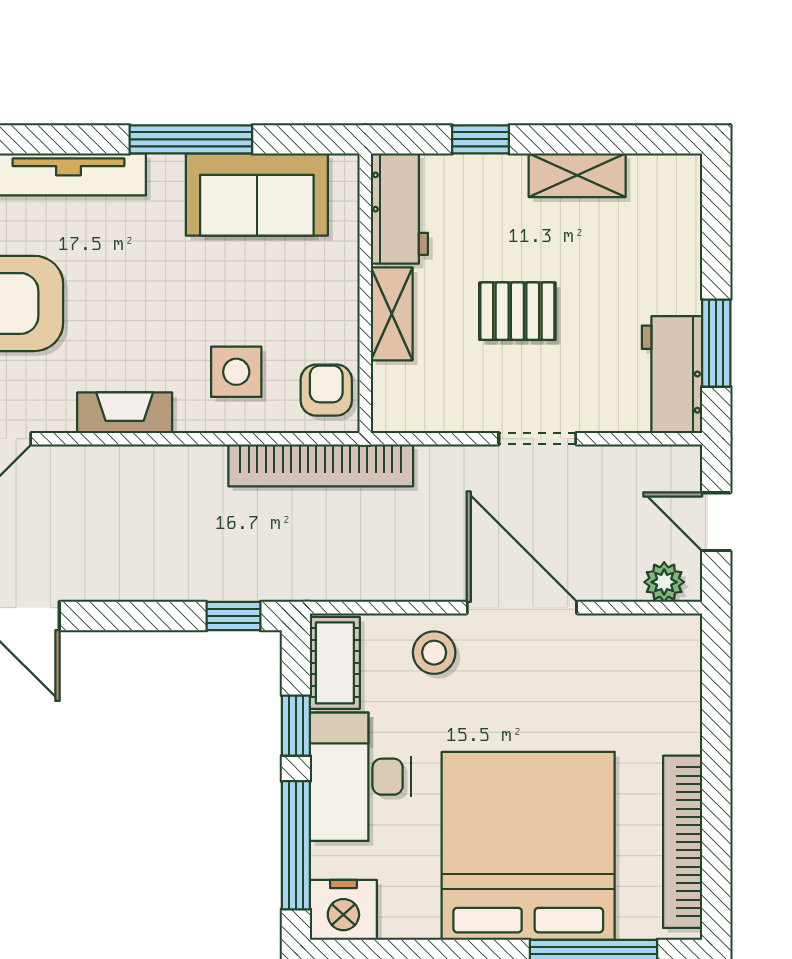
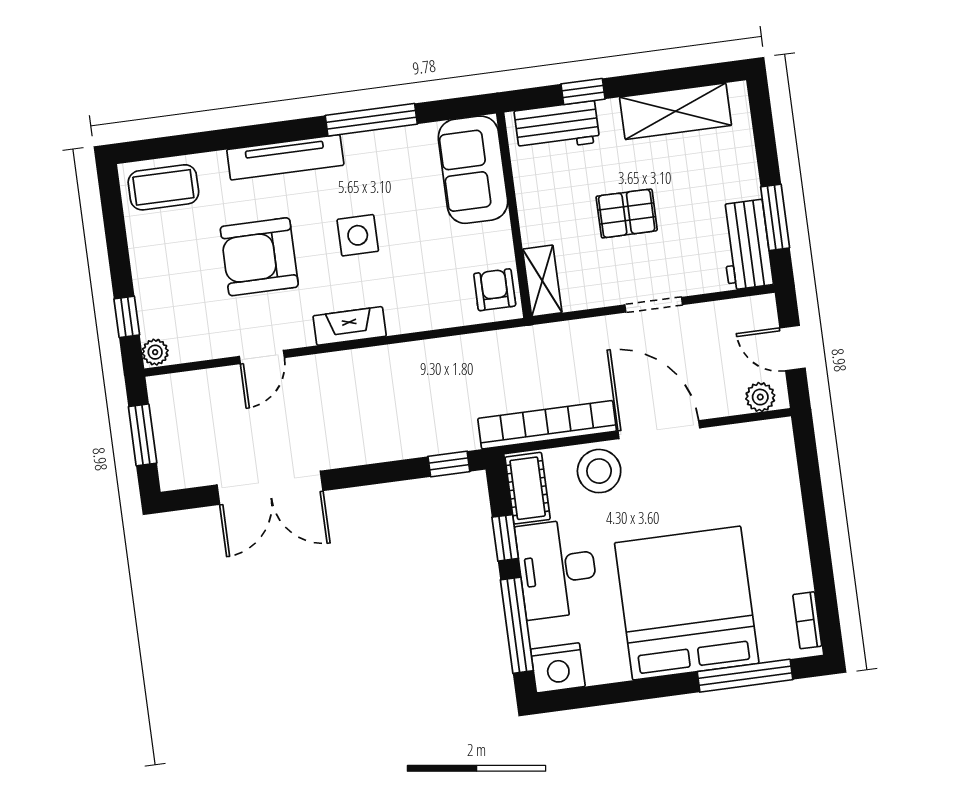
shelving: (577, 175) -> (676, 111), width x1.50, depth x1.33
sofa: (257, 195) -> (473, 170), moved, turned 90
workbench: (399, 209) -> (557, 127), moved, turned 90
shelving: (392, 314) -> (542, 281), moved
side table: (236, 372) -> (358, 235), moved
bookcase: (321, 465) -> (547, 425), moved, turned 180
stool: (434, 653) -> (599, 471), width x1.38, depth x1.38
bookcase: (683, 842) -> (807, 620), width x0.43, depth x0.76

